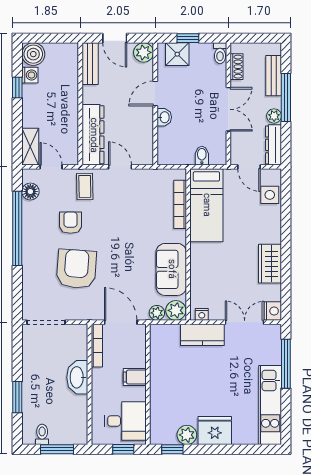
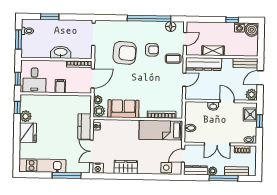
shelving: (30, 147) -> (213, 51), moved
double door: (245, 322) -> (91, 151), swing flipped

